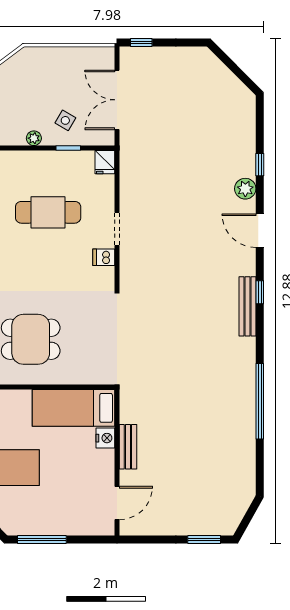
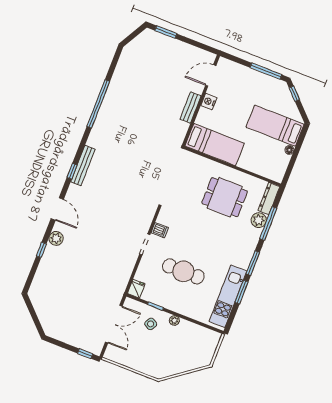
nightstand: (105, 438) -> (209, 101), moved

